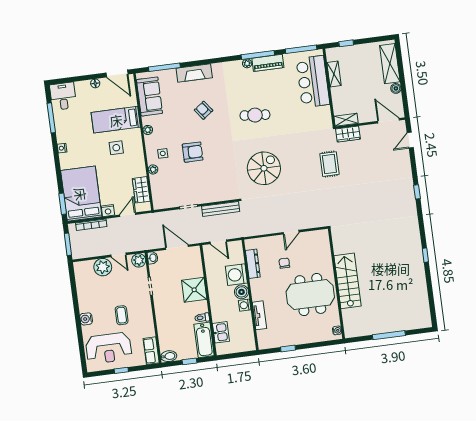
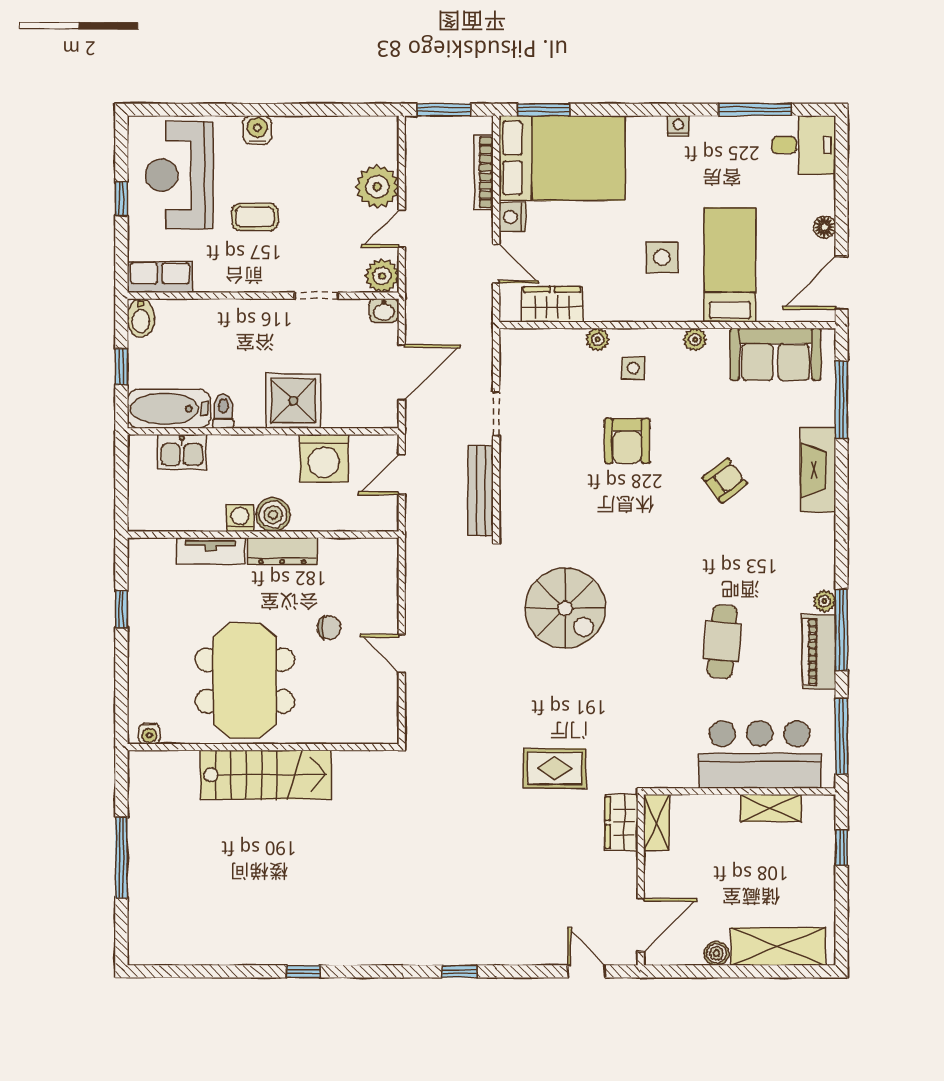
cafe table: (255, 115) -> (722, 641), moved
dresser: (253, 264) -> (282, 551), moved
washing machine: (236, 275) -> (324, 458), moved, turned 180

